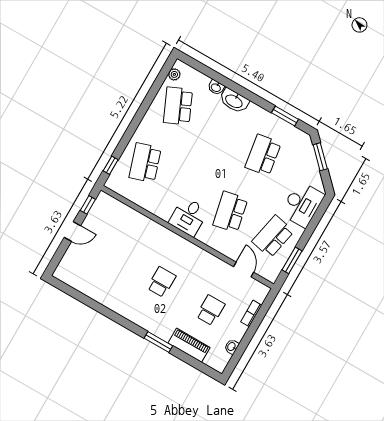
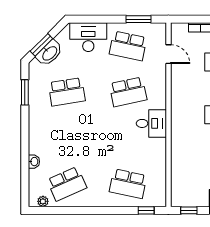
washbasin: (234, 101) -> (49, 53), moved, turned 45
school desk: (145, 163) -> (128, 184), turned 30
door: (244, 269) -> (168, 54), swing flipped

